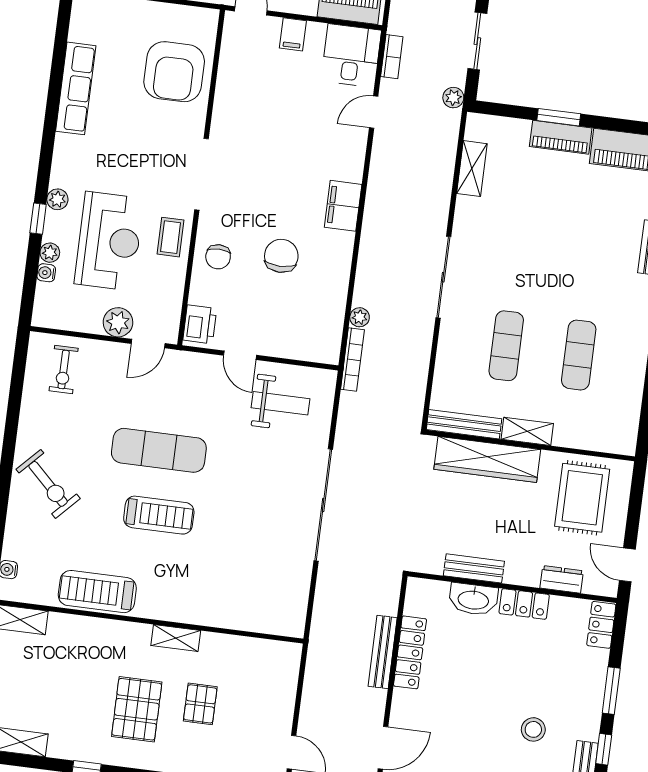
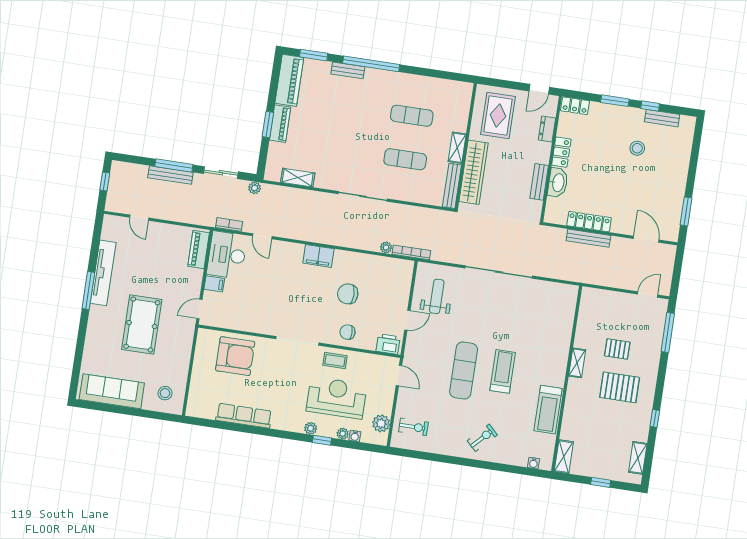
desk: (351, 55) -> (227, 255), width x1.37
chair: (218, 257) -> (348, 332), turned 180
plant: (118, 322) -> (381, 423), moved
exercise bike: (48, 484) -> (482, 438), width x0.73, depth x0.72
rug: (582, 498) -> (498, 116), turned 90

